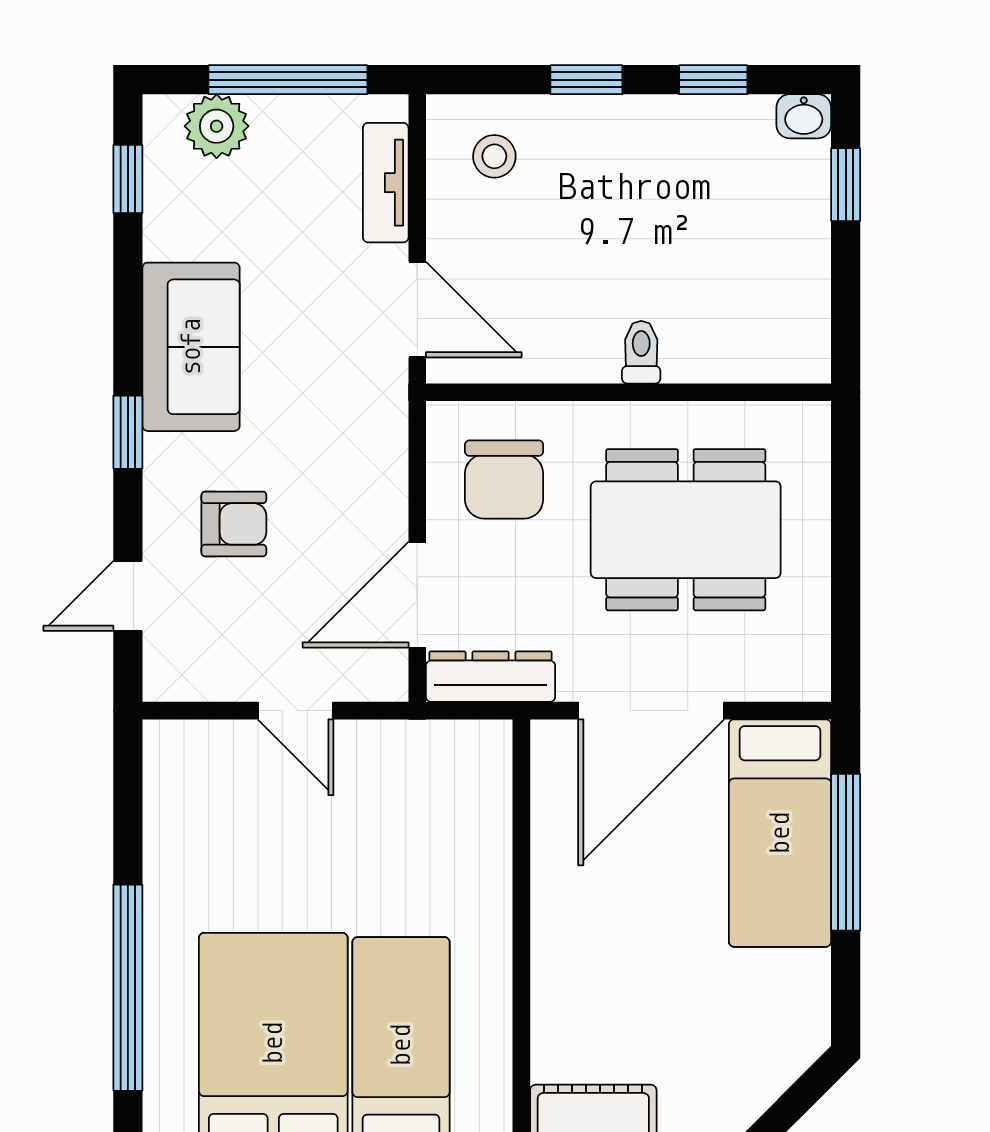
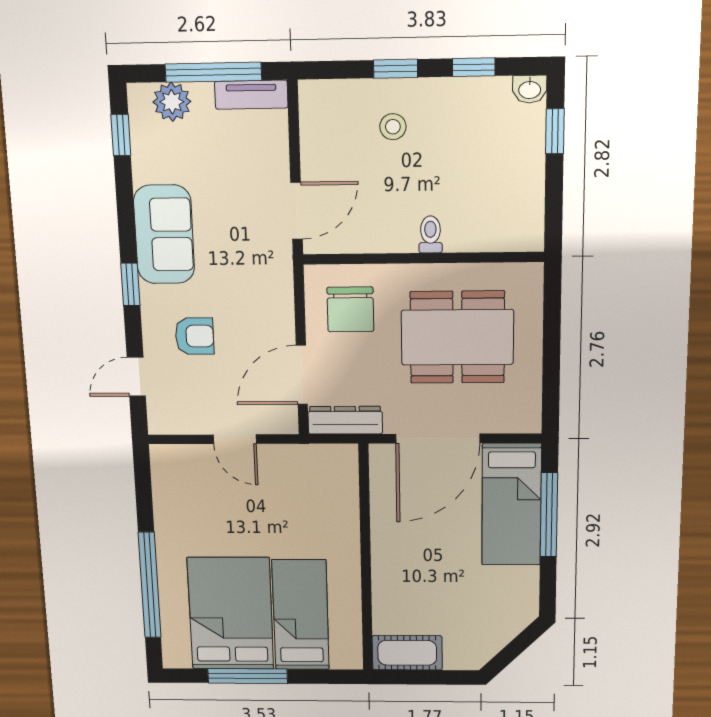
stool: (494, 156) -> (393, 127), moved
tv unit: (386, 183) -> (251, 95), moved, turned -90
door: (417, 309) -> (296, 211), hinge flipped

